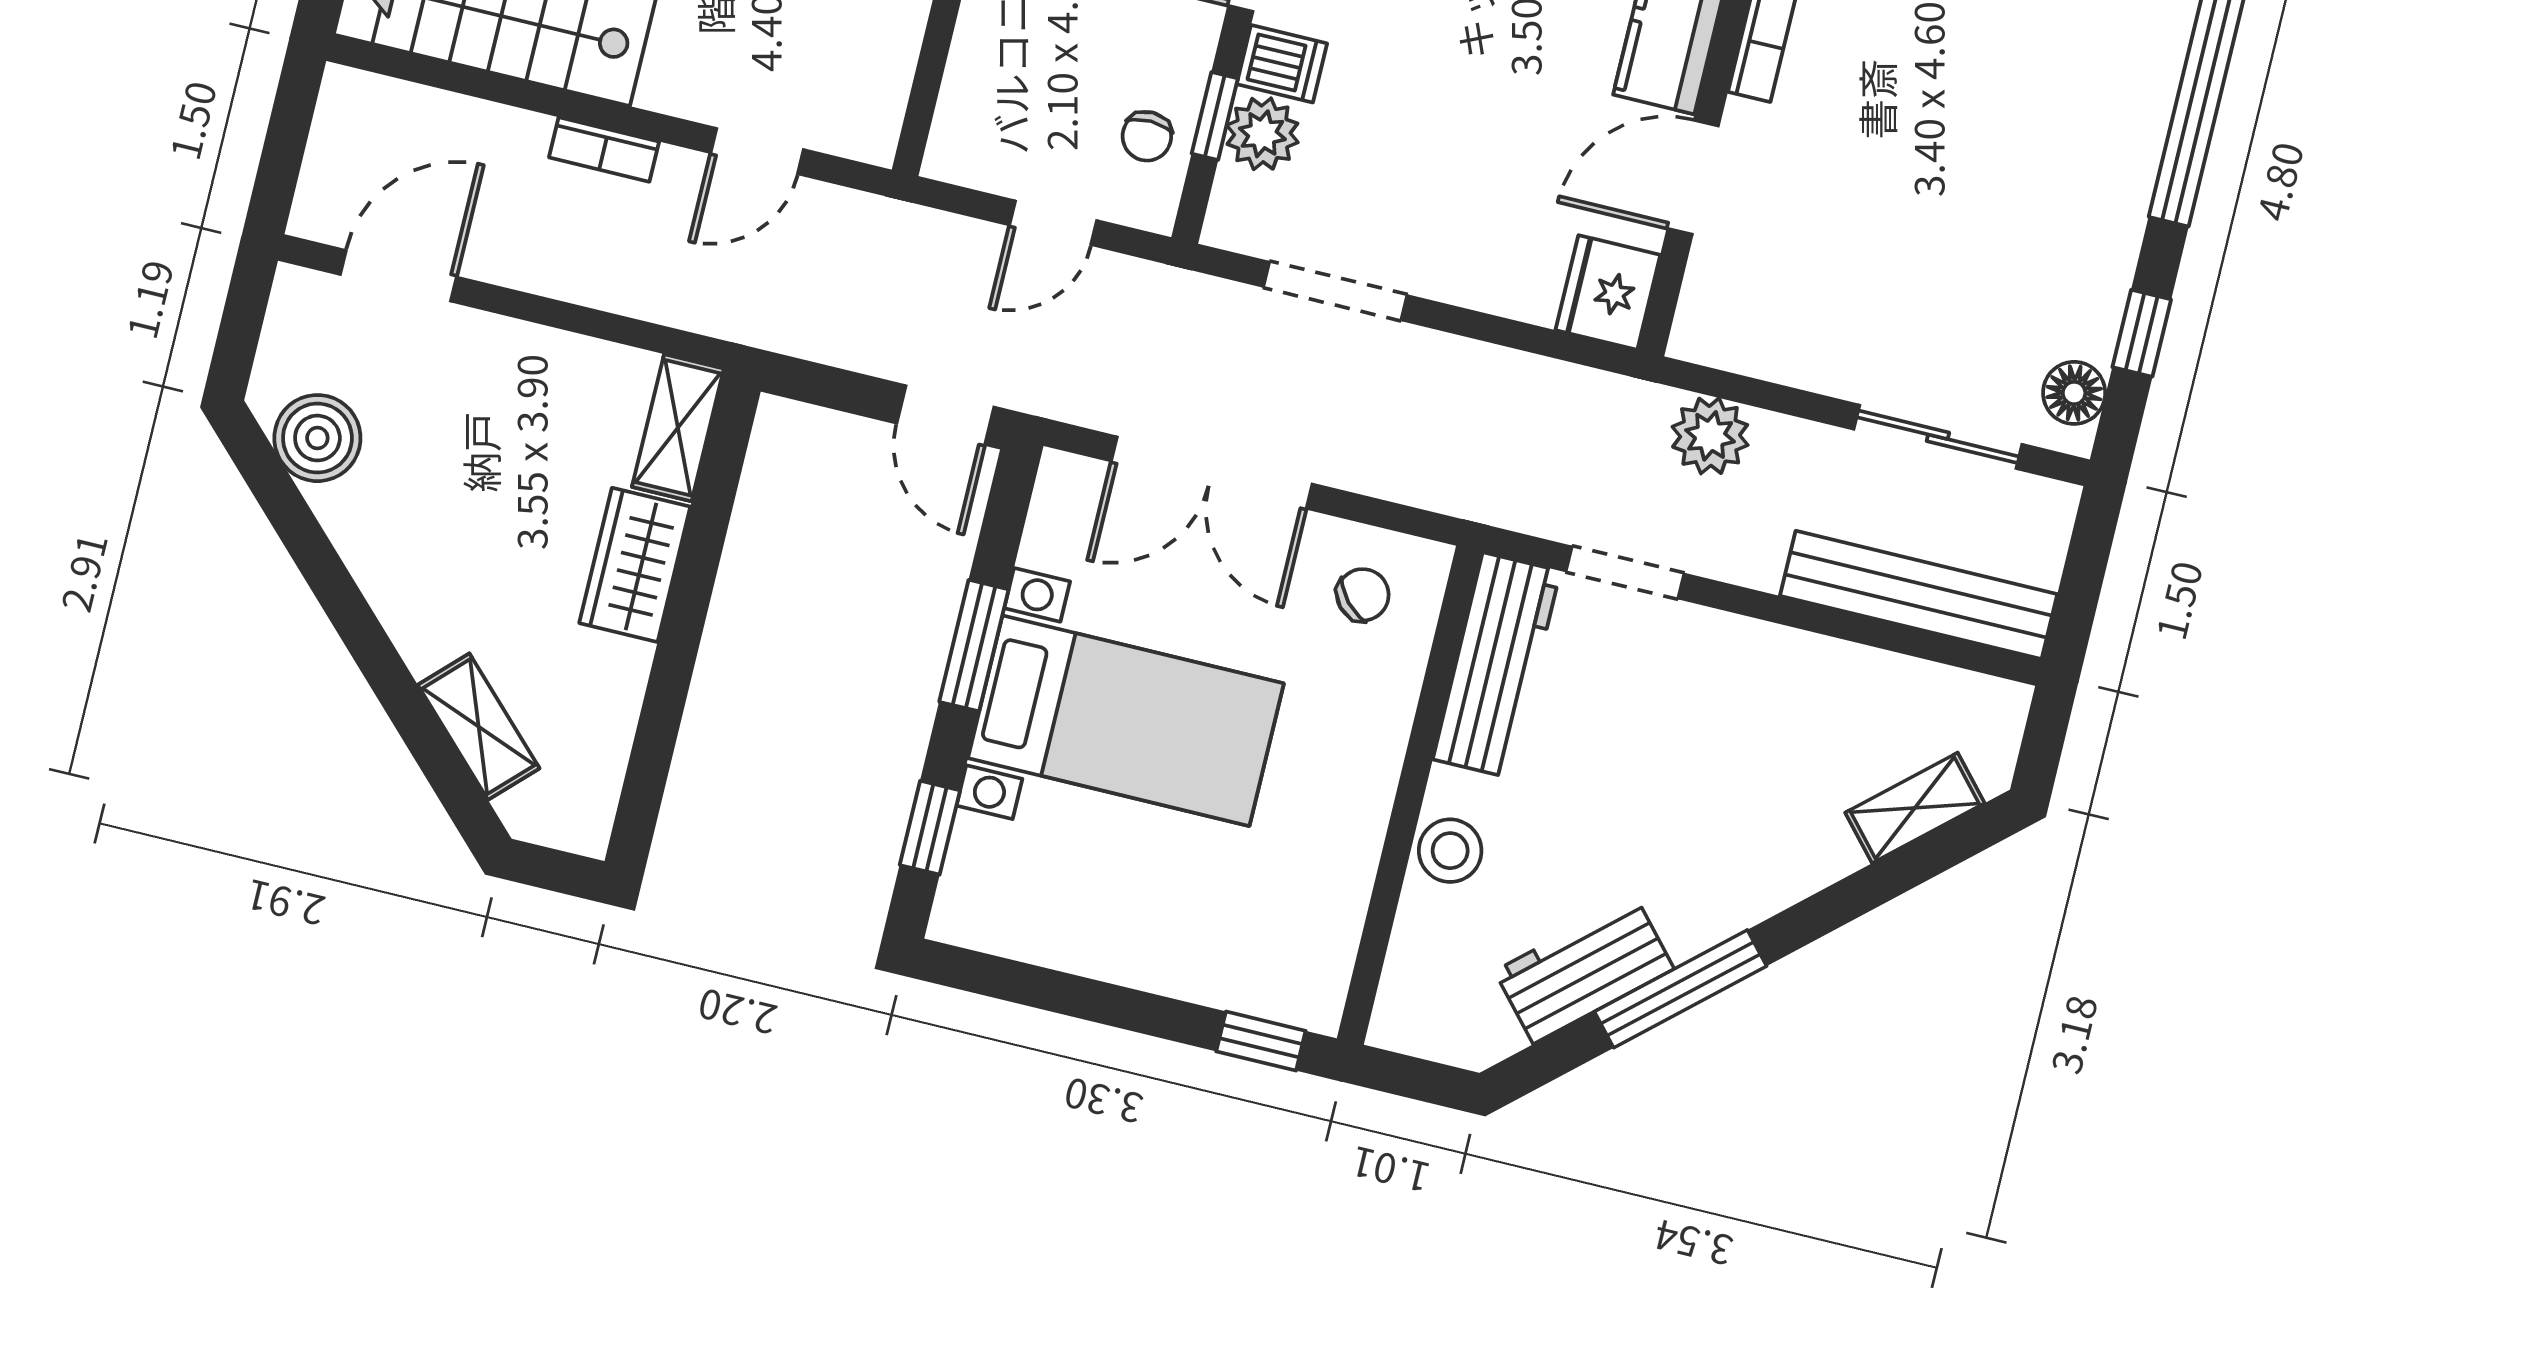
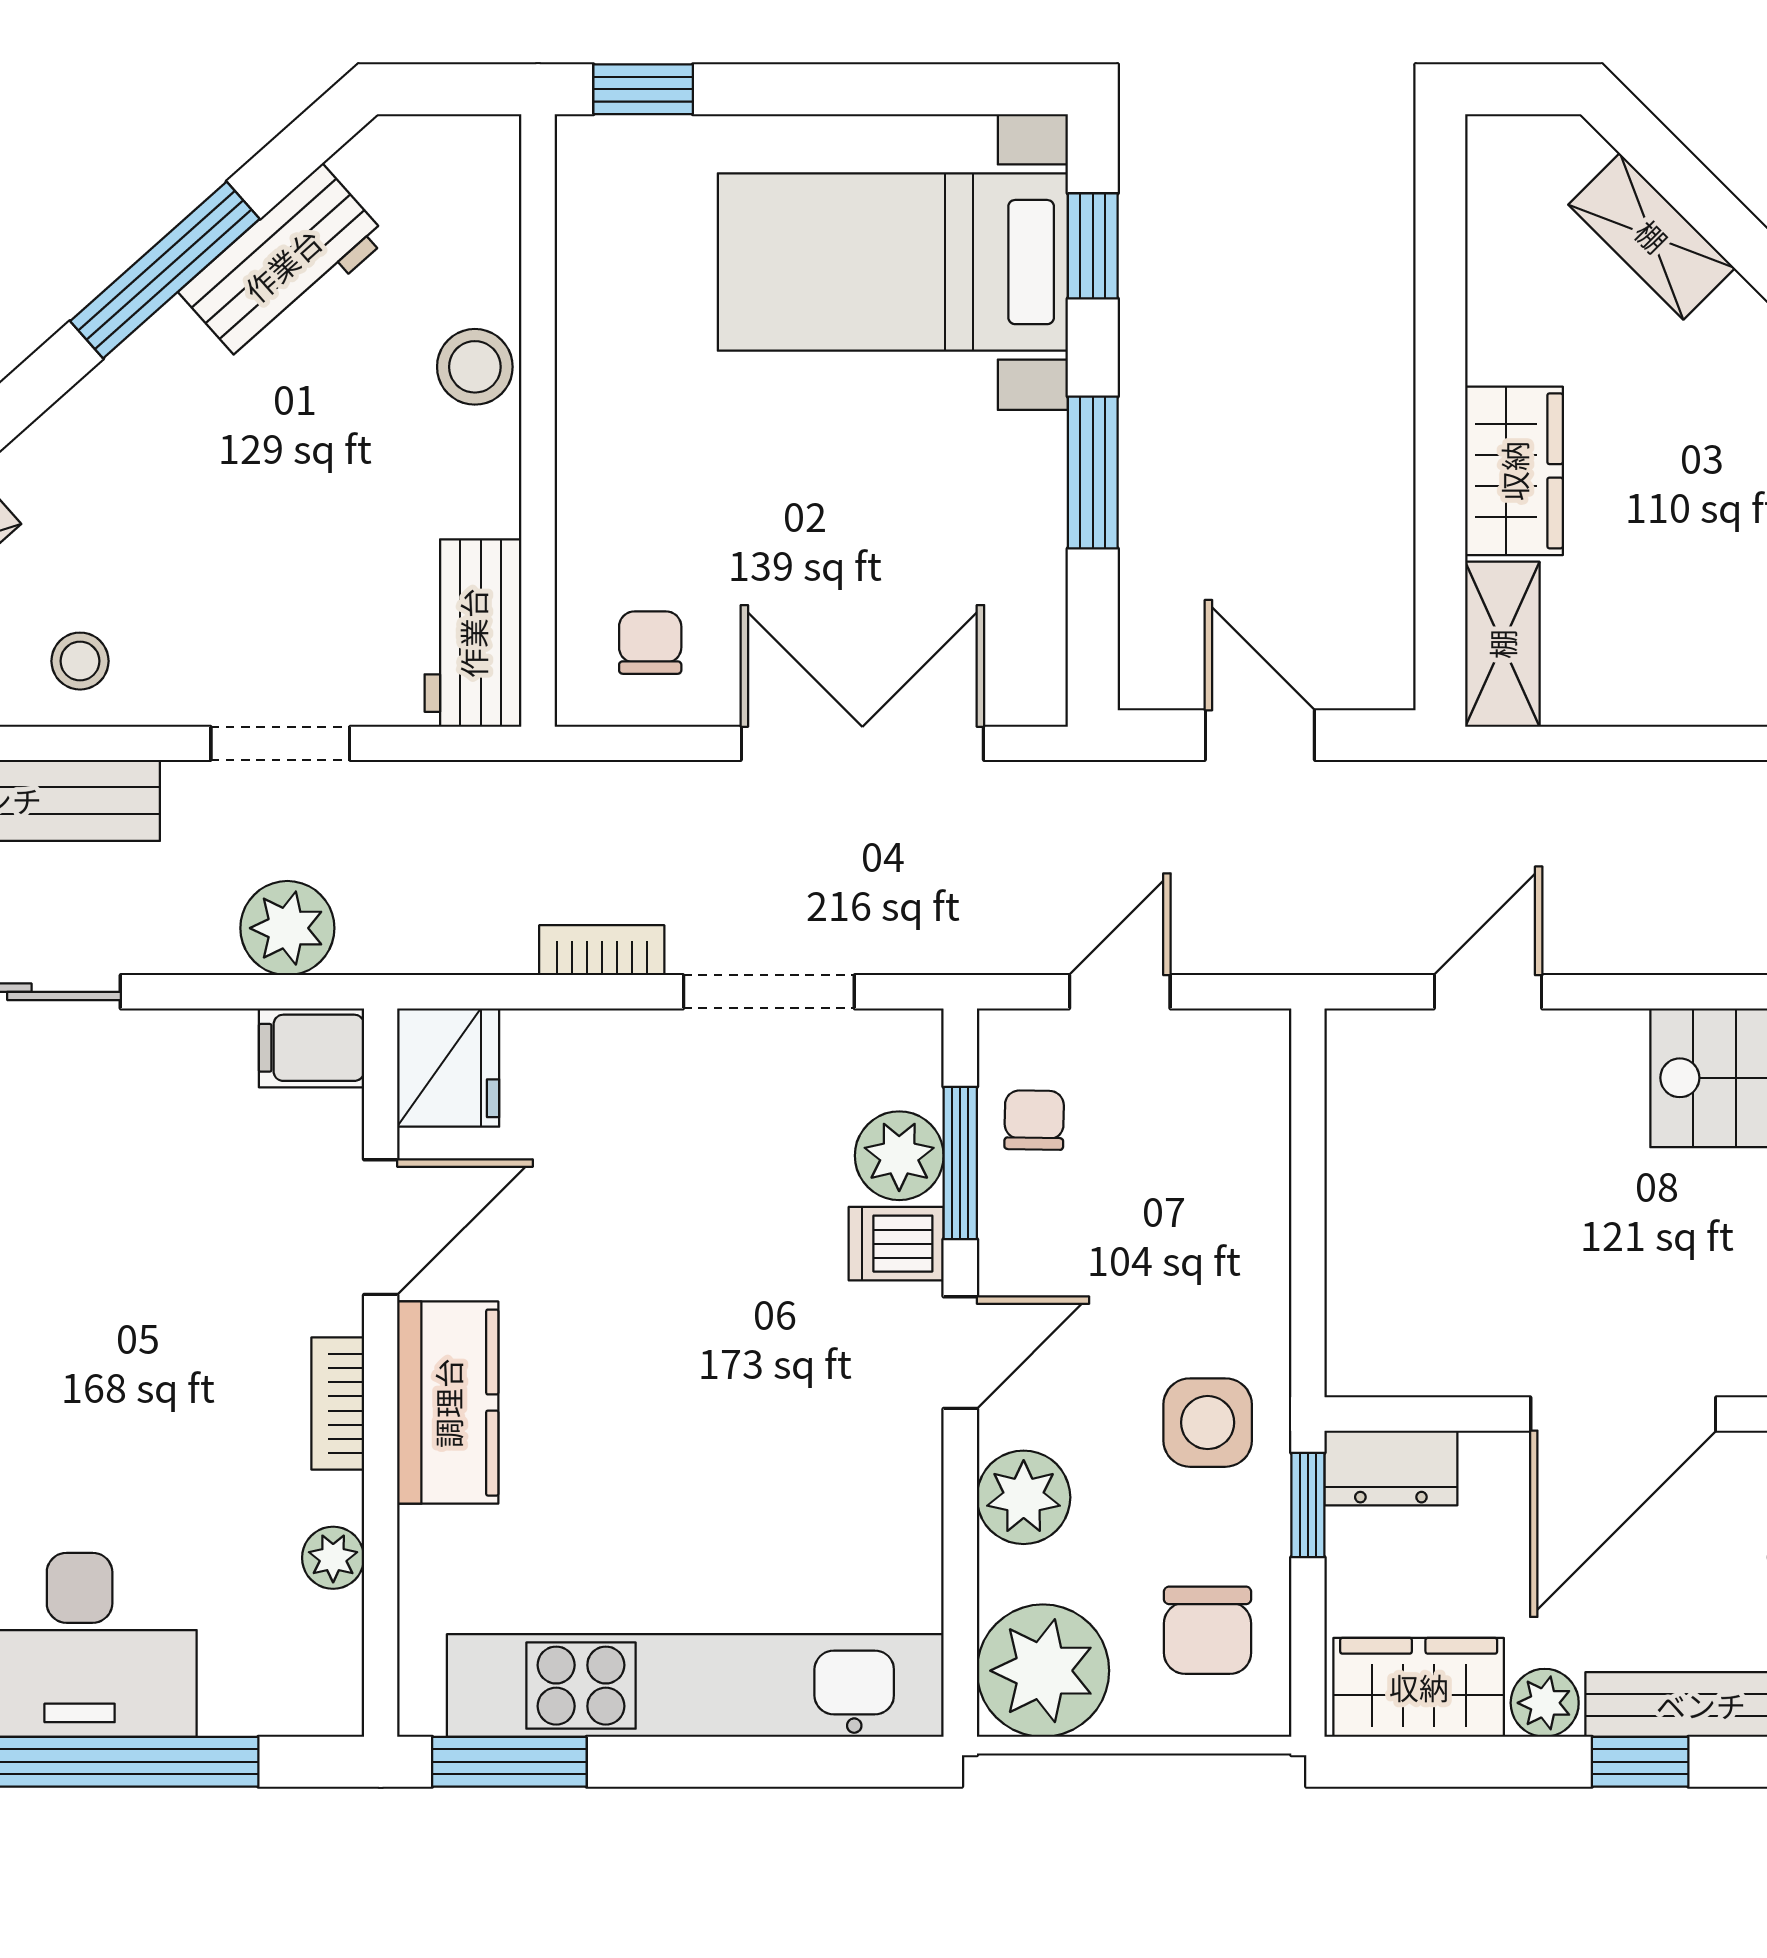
window: (1215, 116) -> (960, 1163), width x1.50
bookcase: (604, 149) -> (602, 950), moved
filing cabinet: (1714, 335) -> (311, 1048), added
door: (945, 415) -> (1260, 735), moved
doorway: (1625, 573) -> (280, 743), moved
chair: (1363, 595) -> (650, 643), turned 132
workbench: (1497, 665) -> (473, 633), width x0.73
stool: (1825, 691) -> (80, 661), added
bed with nightstands: (1126, 721) -> (893, 262), moved

